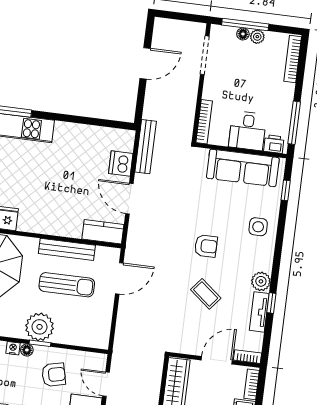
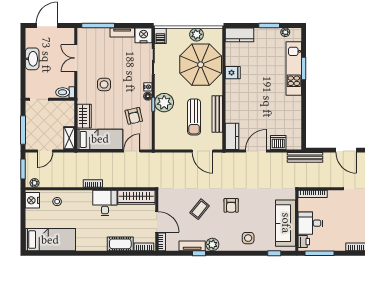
bench: (146, 147) -> (305, 157), moved

